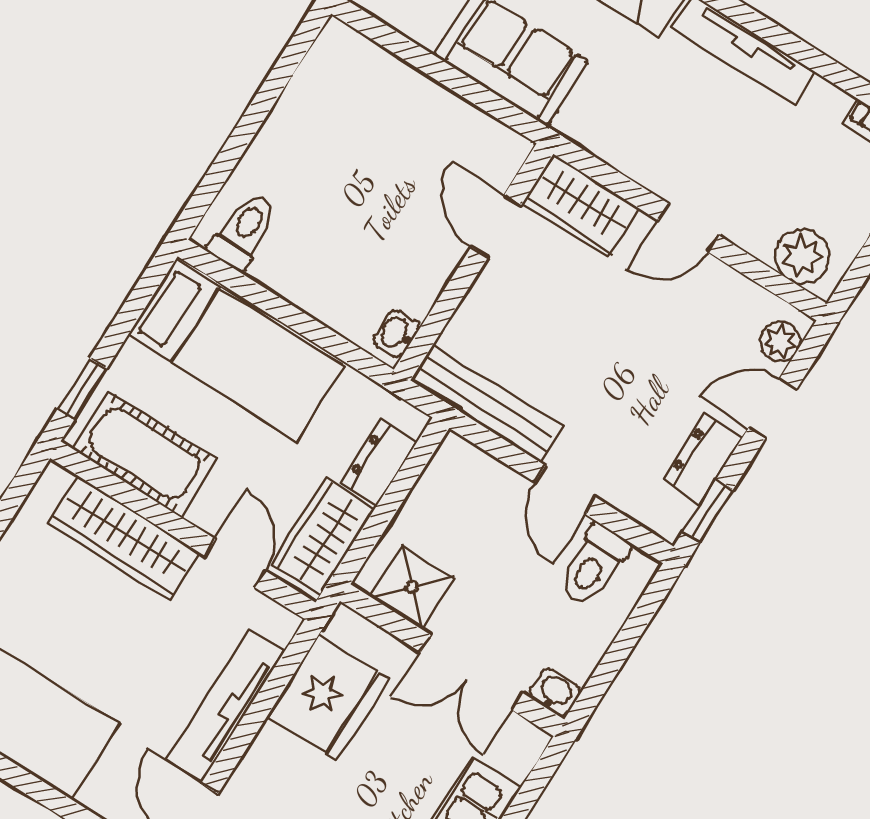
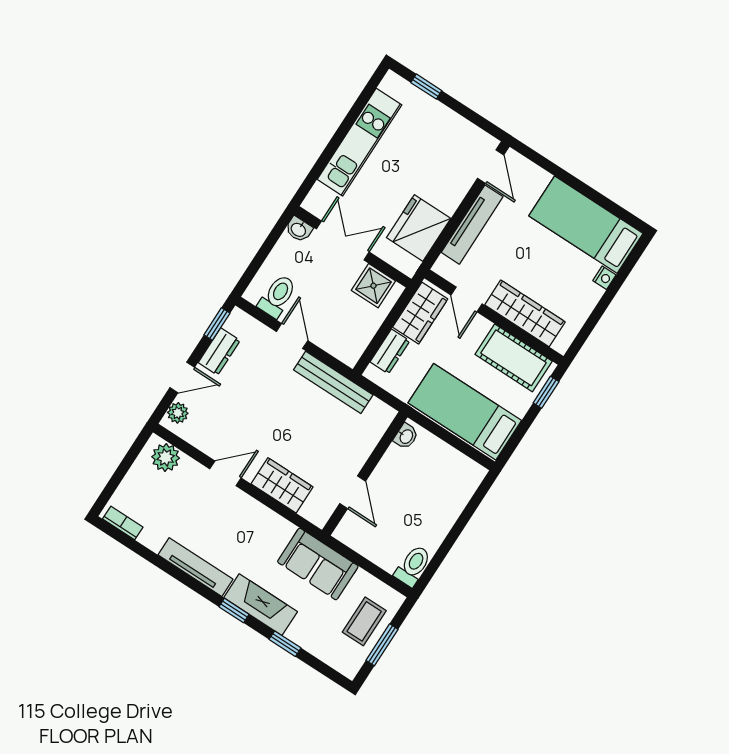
door: (496, 226) -> (353, 492), moved
toilet: (244, 231) -> (413, 566), moved, turned 180
wall: (473, 262) -> (365, 474), moved
washbasin: (396, 334) -> (406, 436), moved

